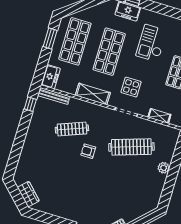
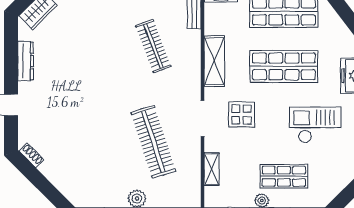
armchair: (88, 151) -> (128, 80), removed
dresser: (57, 211) -> (26, 61), added

